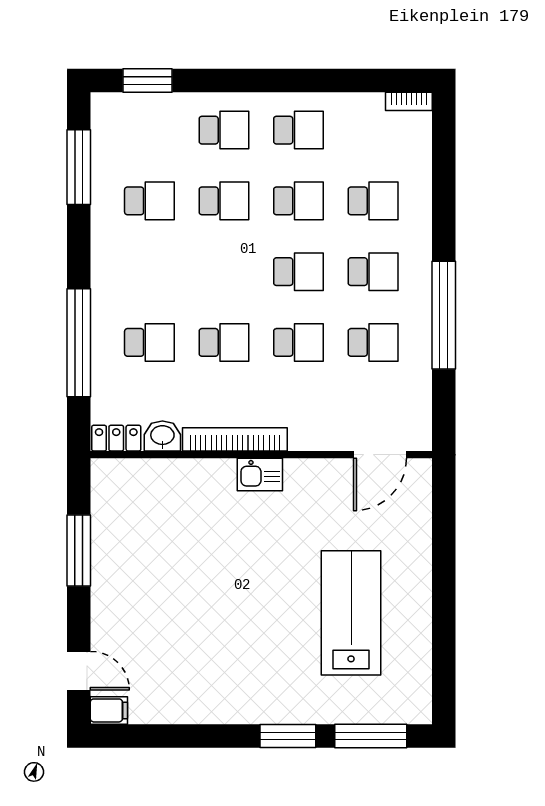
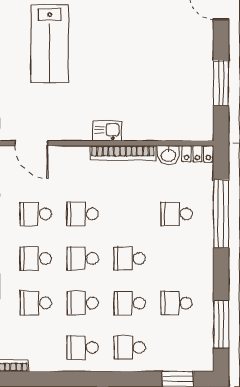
school desk: (224, 342) -> (130, 258), moved
door: (380, 455) -> (31, 143), swing flipped

